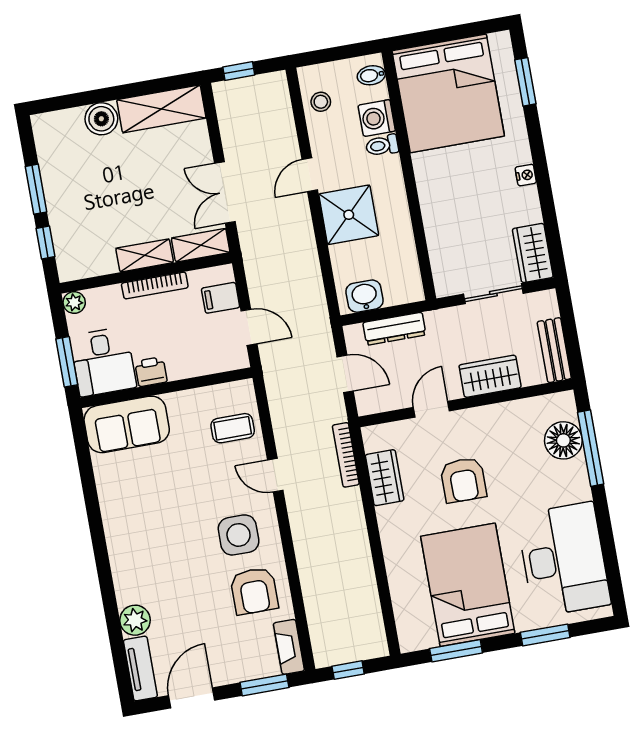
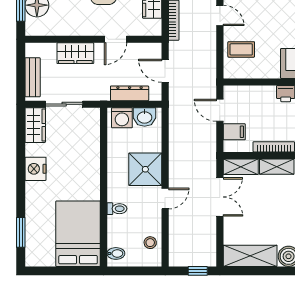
bed: (448, 93) -> (78, 234), width x0.73
washing machine: (377, 118) -> (122, 118), moved, turned 90
nightstand: (526, 175) -> (35, 169), width x1.89, depth x1.79
bench: (554, 350) -> (33, 77), moved

